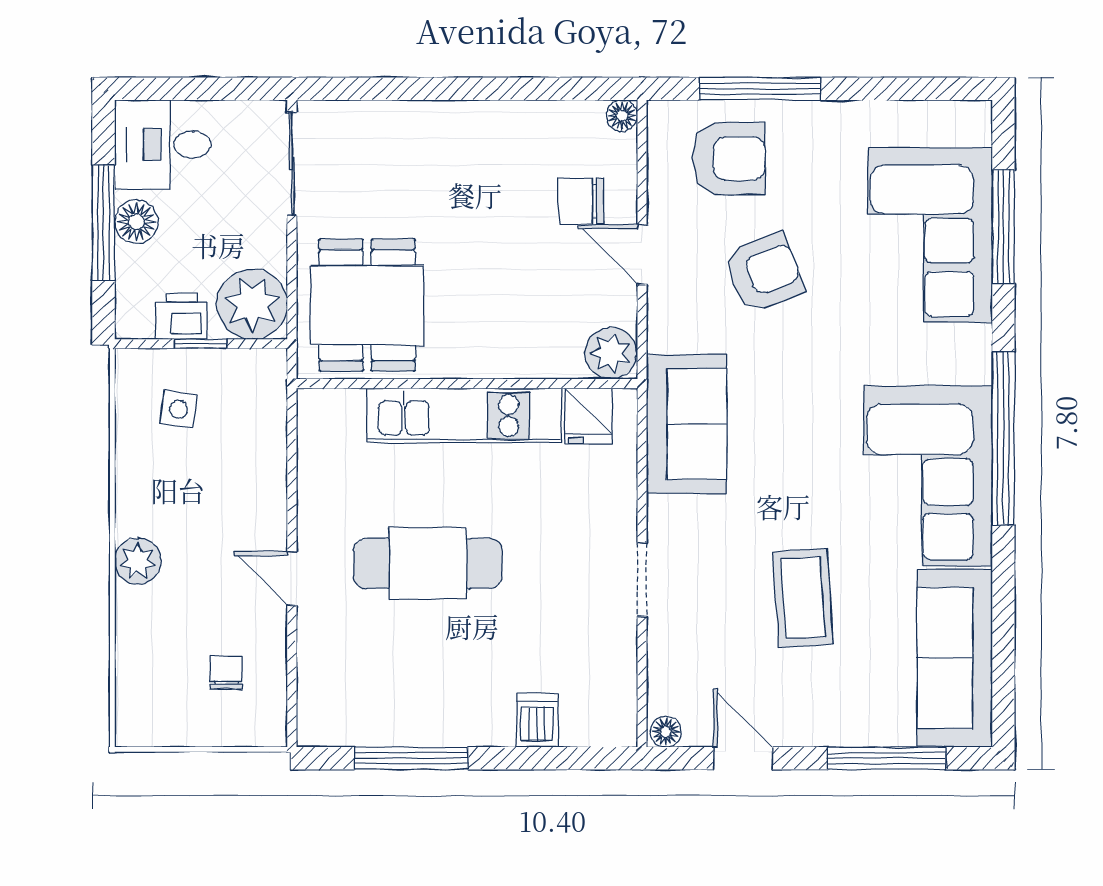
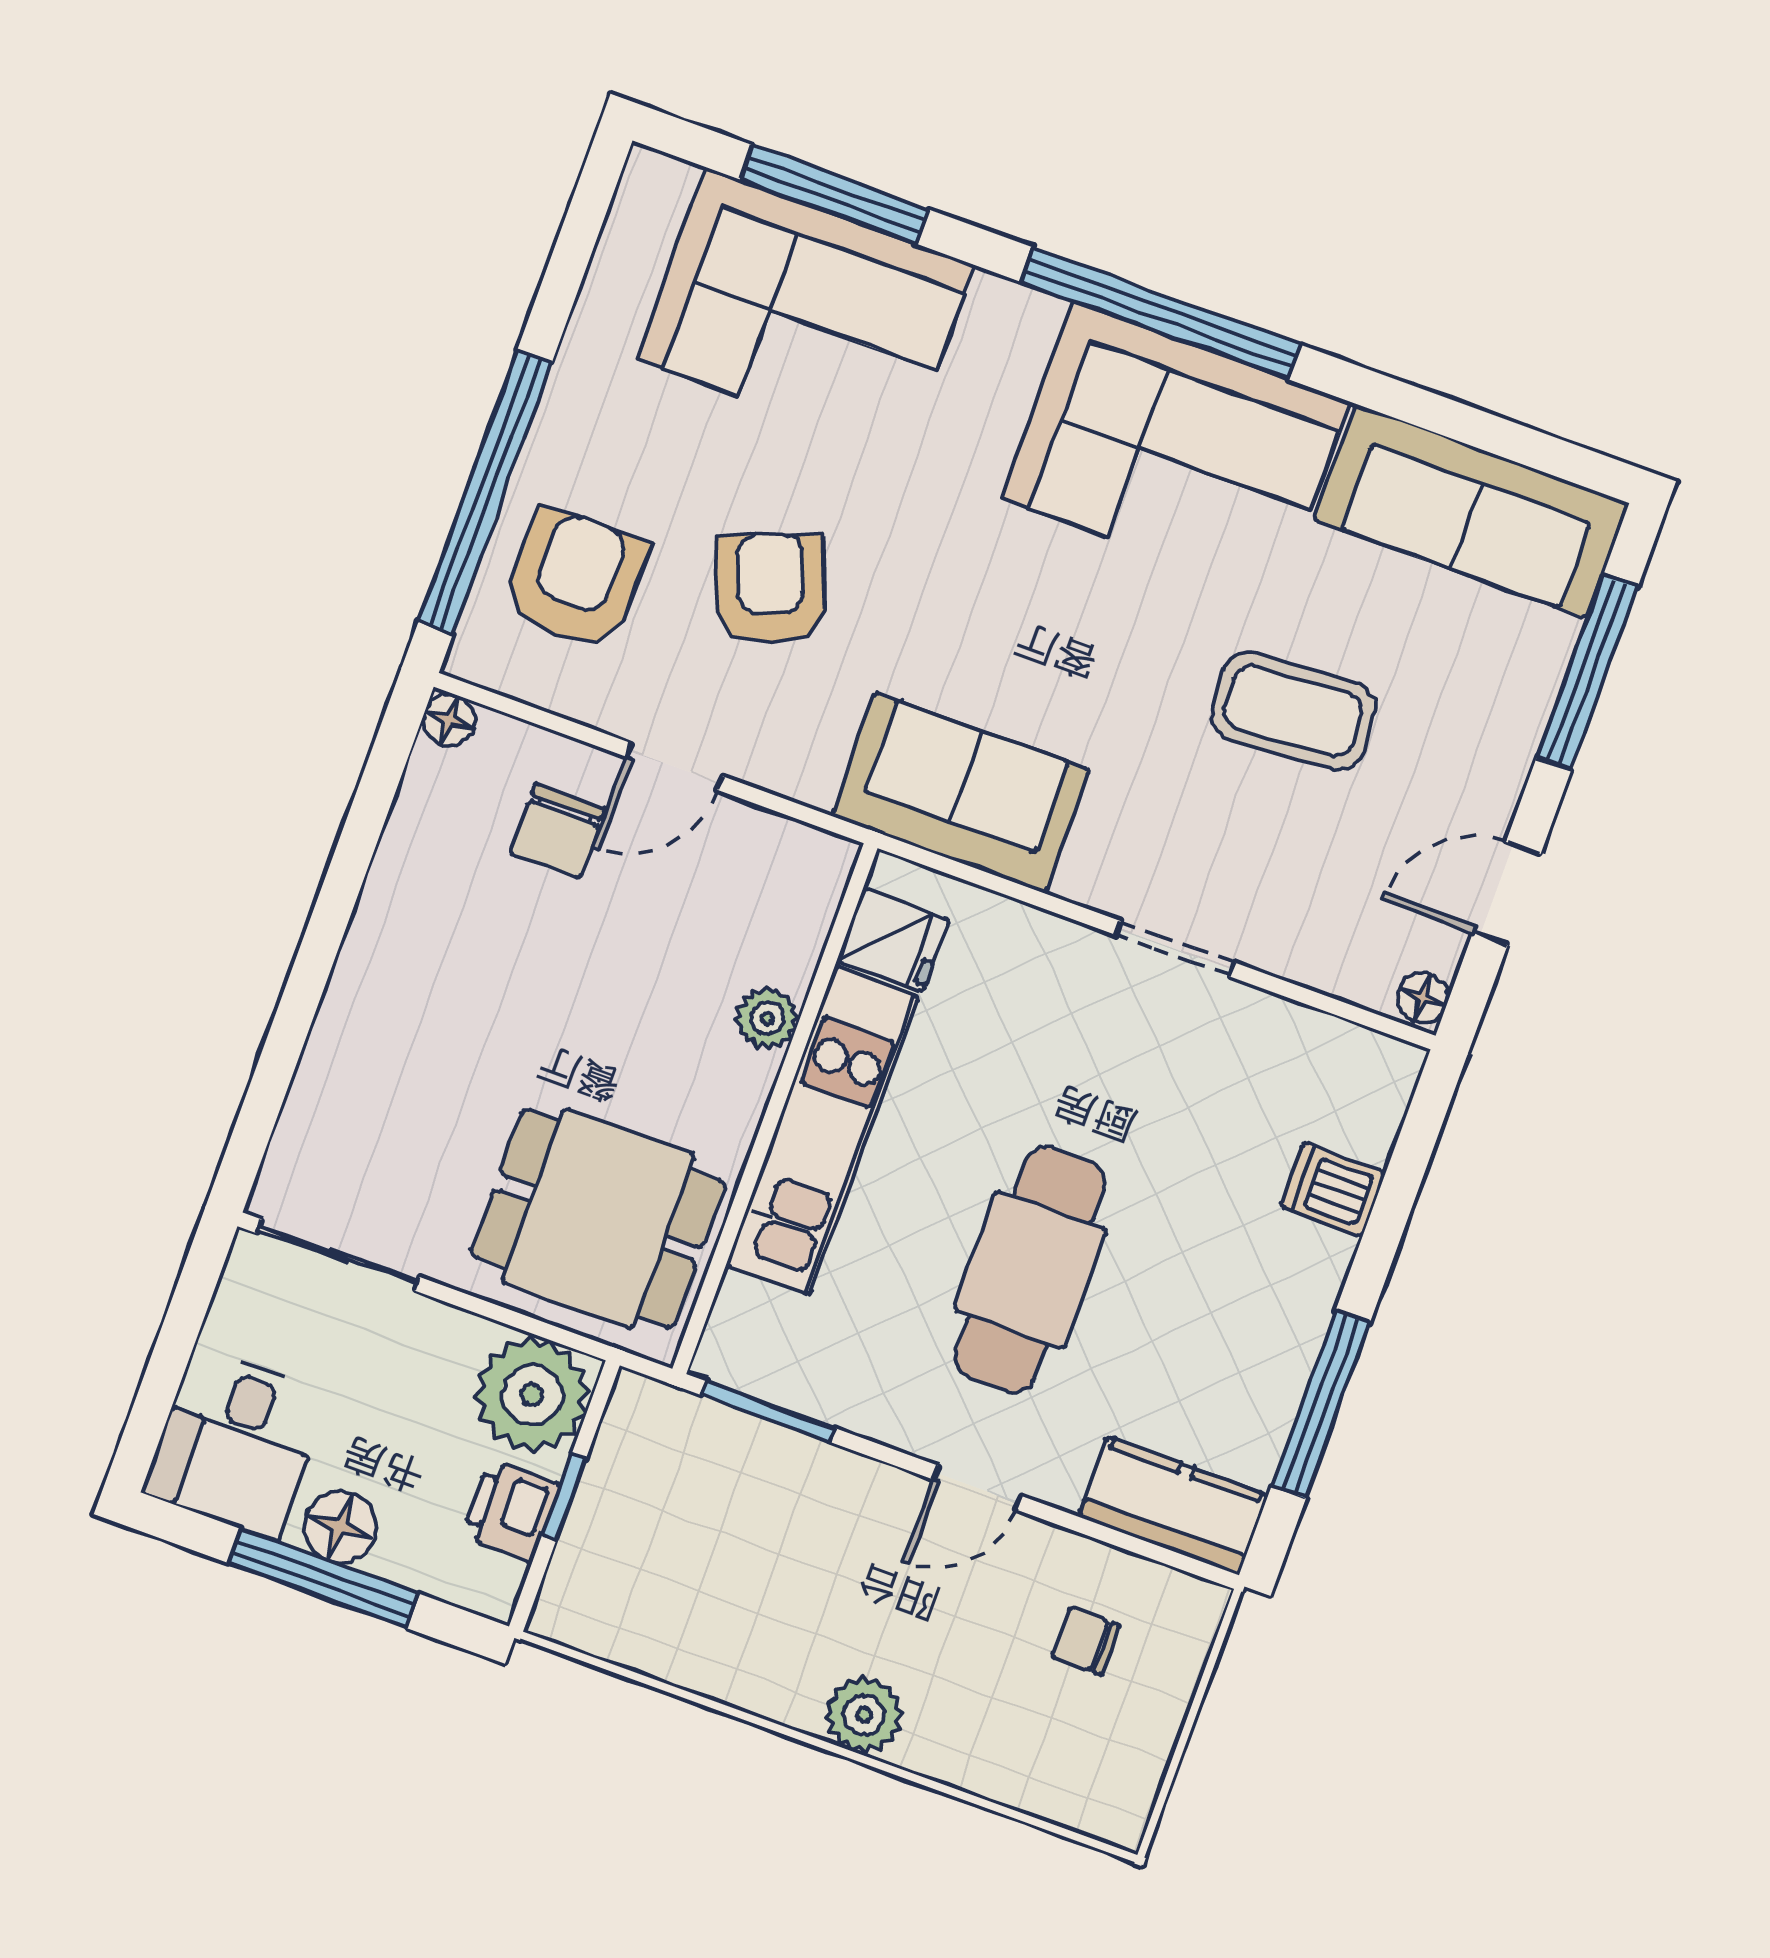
window: (760, 89) -> (485, 492), width x1.46
plant: (611, 353) -> (767, 1019), moved, width x0.73, depth x0.73
side table: (179, 409) -> (653, 1567), removed
window: (292, 443) -> (768, 1412), added
kitchen counter: (322, 695) -> (1173, 1506), added

